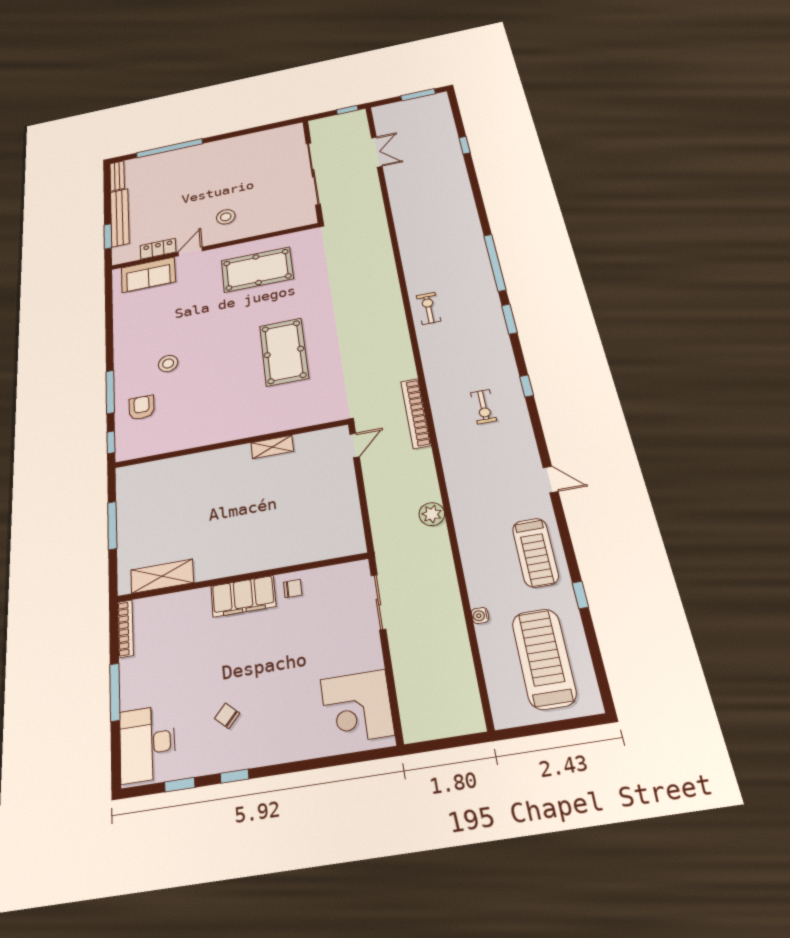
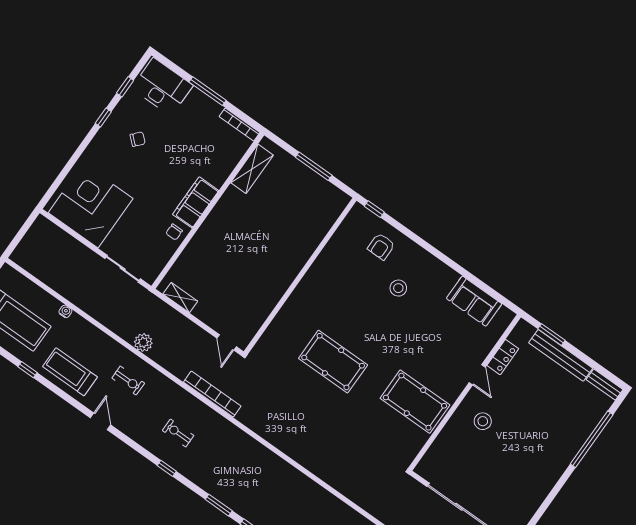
pool table: (257, 270) -> (415, 402), turned 90
sofa: (148, 275) -> (474, 301), moved, turned -90
exercise bike: (429, 308) -> (128, 381), moved
window: (110, 392) -> (414, 237), removed
armchair: (142, 408) -> (381, 246), turned 90
shelving: (272, 447) -> (180, 298), moved, turned 90
door: (551, 479) -> (100, 421), swing flipped
corner desk: (357, 707) -> (91, 206), width x1.36, depth x1.36

